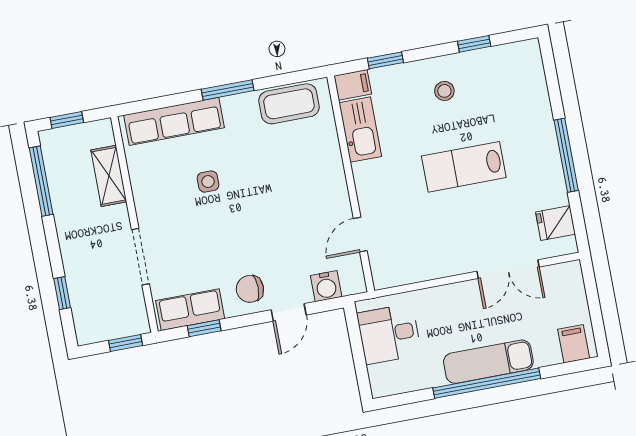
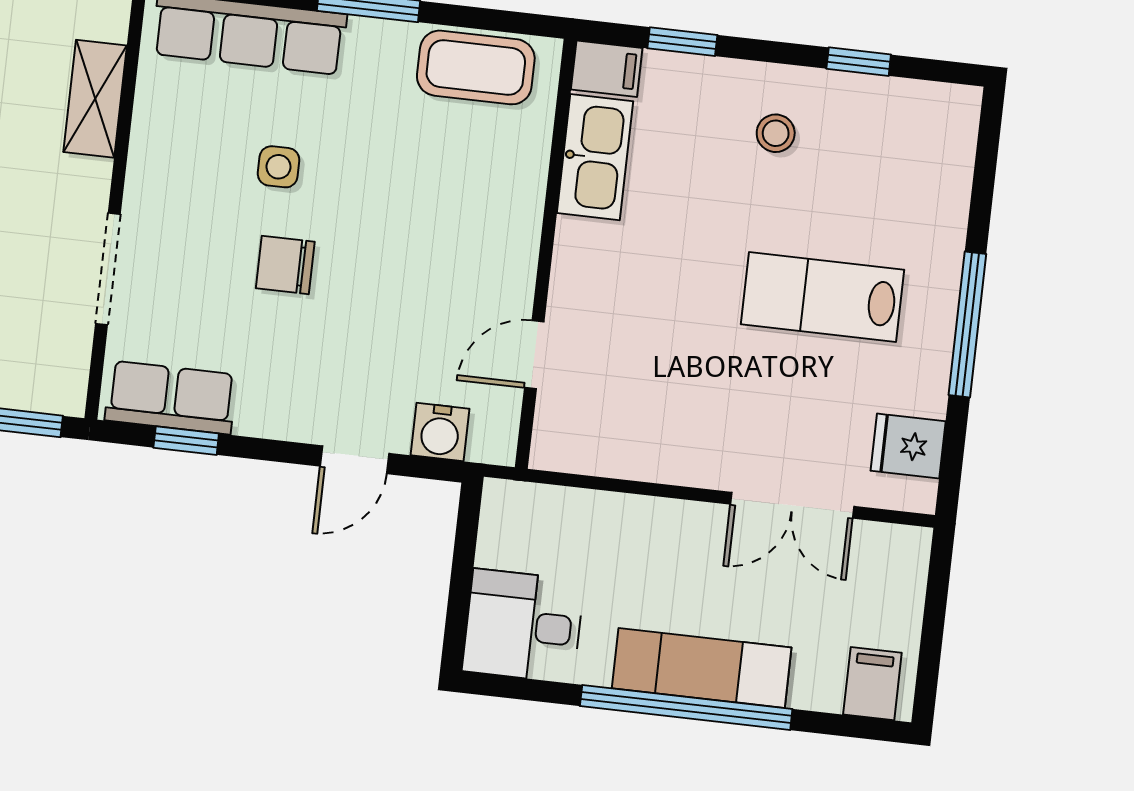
lab bench: (464, 167) -> (823, 297), moved
chair: (250, 289) -> (285, 265), moved
desk: (389, 334) -> (523, 626), moved

